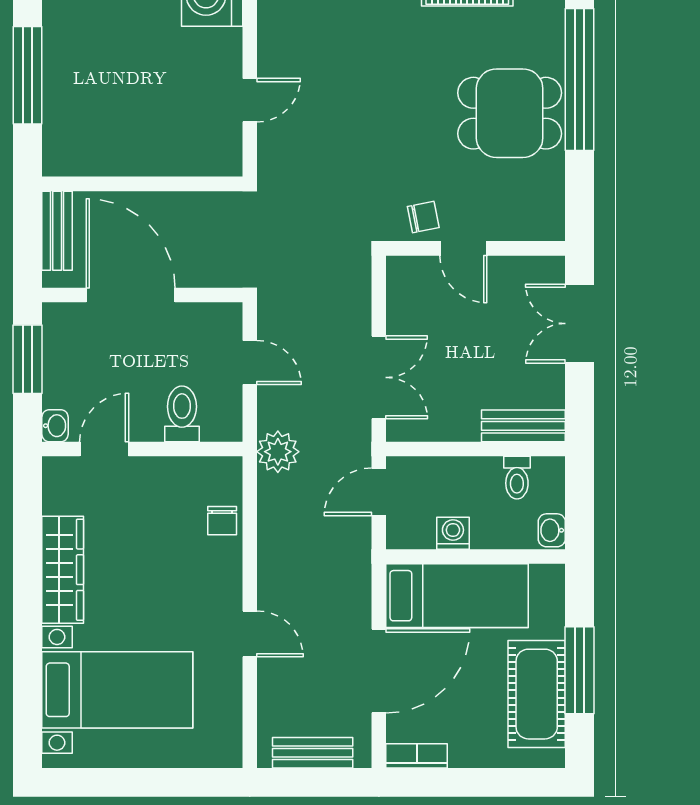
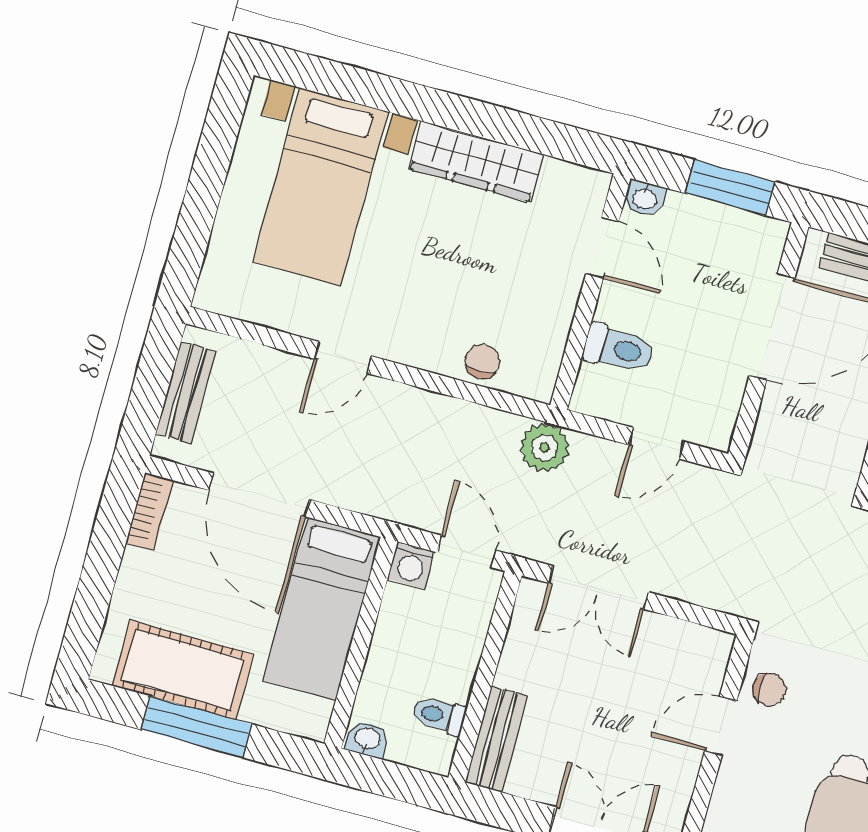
chair: (423, 217) -> (770, 690), turned -79
chair: (222, 521) -> (482, 361), turned 90
washing machine: (453, 533) -> (411, 565), moved, turned 90

